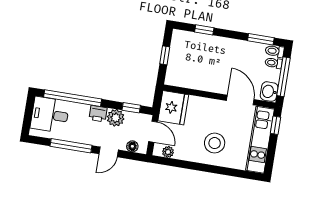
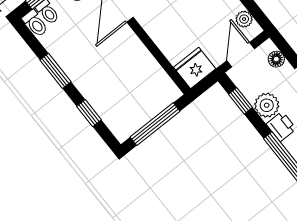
window: (261, 39) -> (56, 71), moved
window: (165, 55) -> (155, 124), width x2.17
fridge: (173, 108) -> (195, 68), width x0.73, depth x0.75

